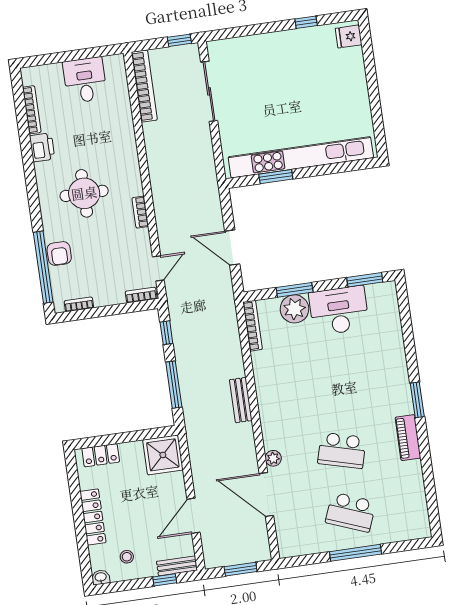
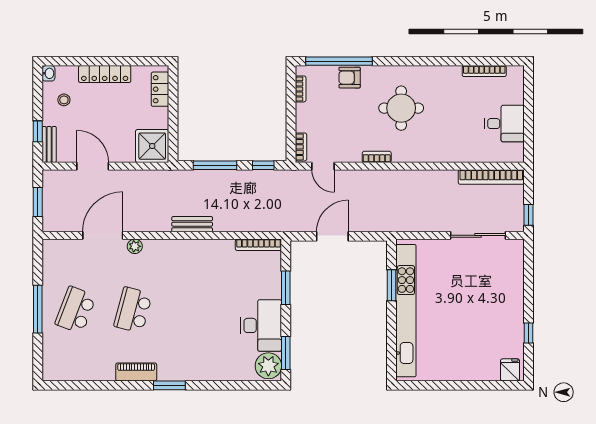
printer: (42, 147) -> (449, 76), removed
plant: (294, 309) -> (268, 366), moved

